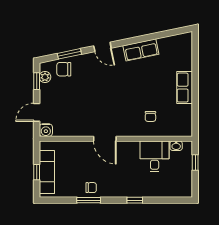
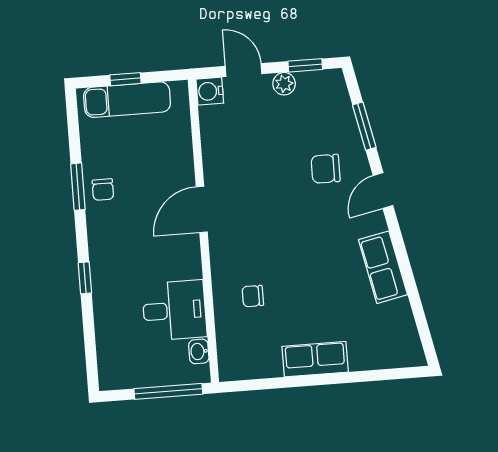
chair: (64, 69) -> (326, 169), moved, turned -90
plant: (45, 77) -> (284, 84), moved
window: (195, 163) -> (168, 391), width x2.17

